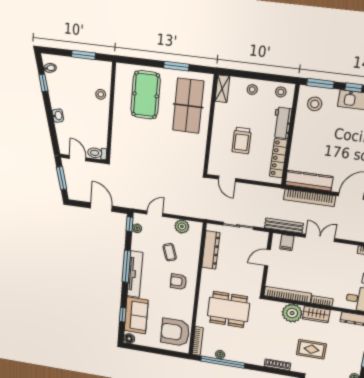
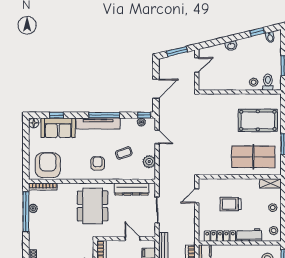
toilet: (97, 153) -> (268, 82), moved
dining table: (228, 310) -> (93, 206), moved

